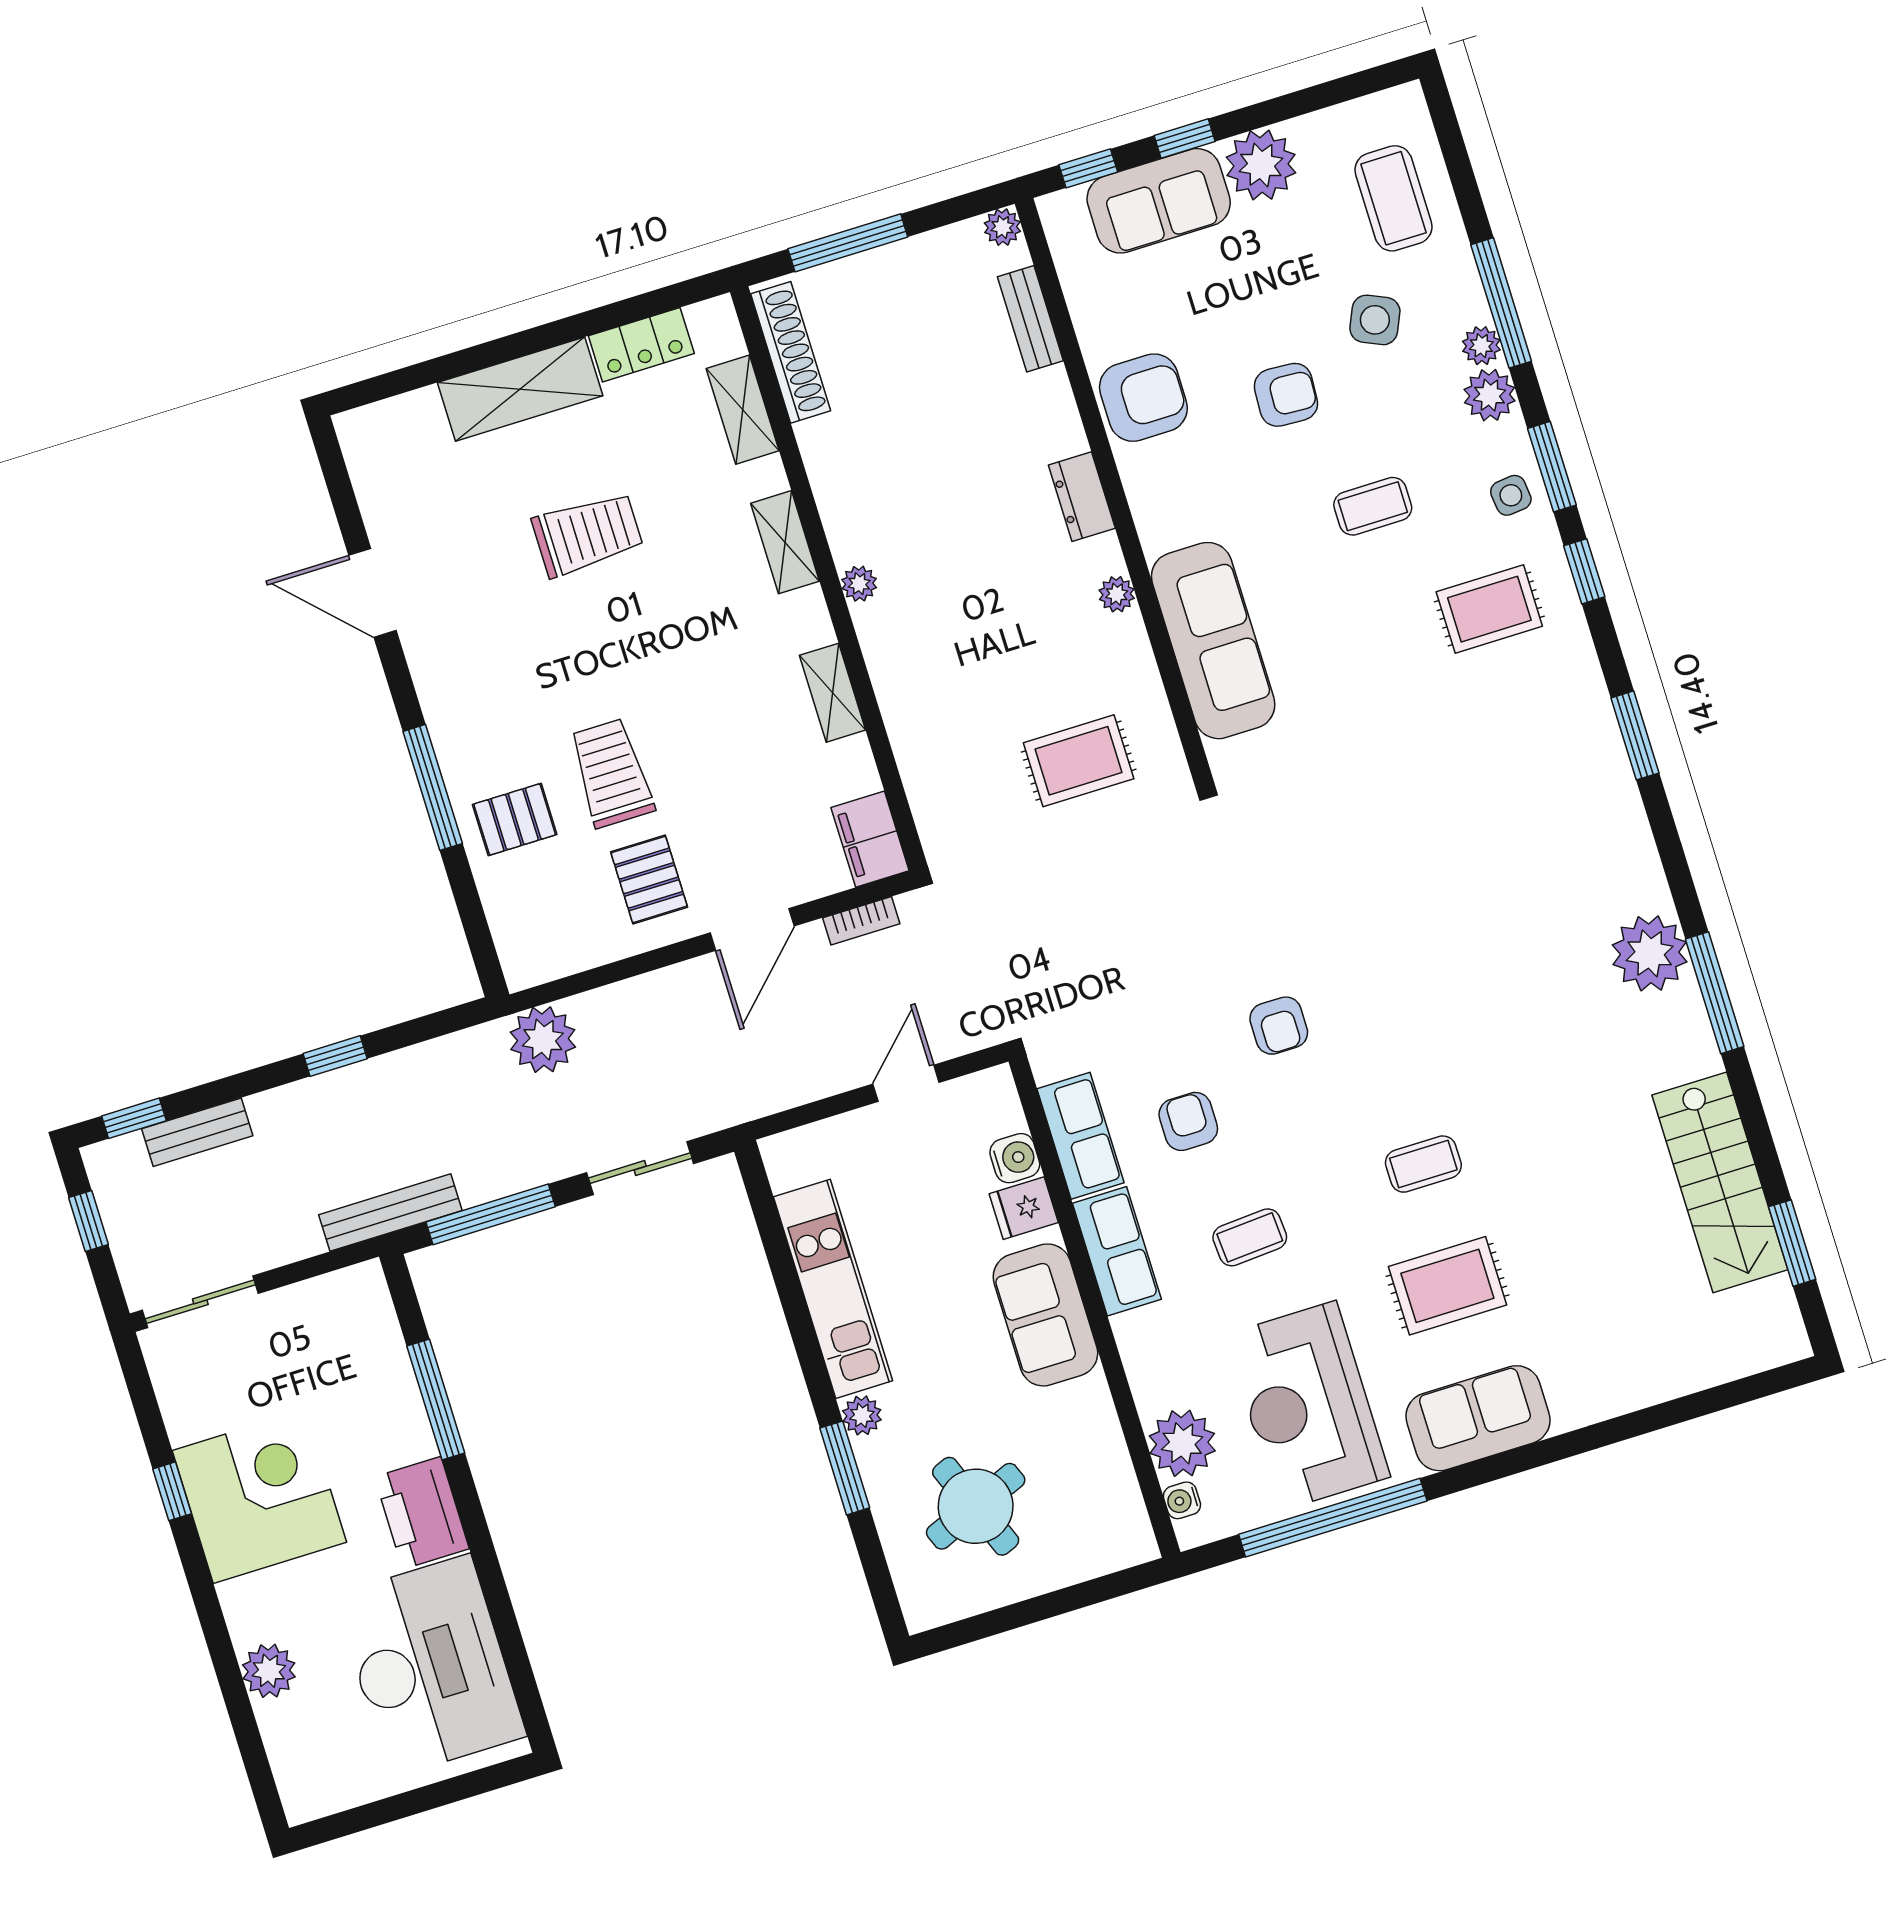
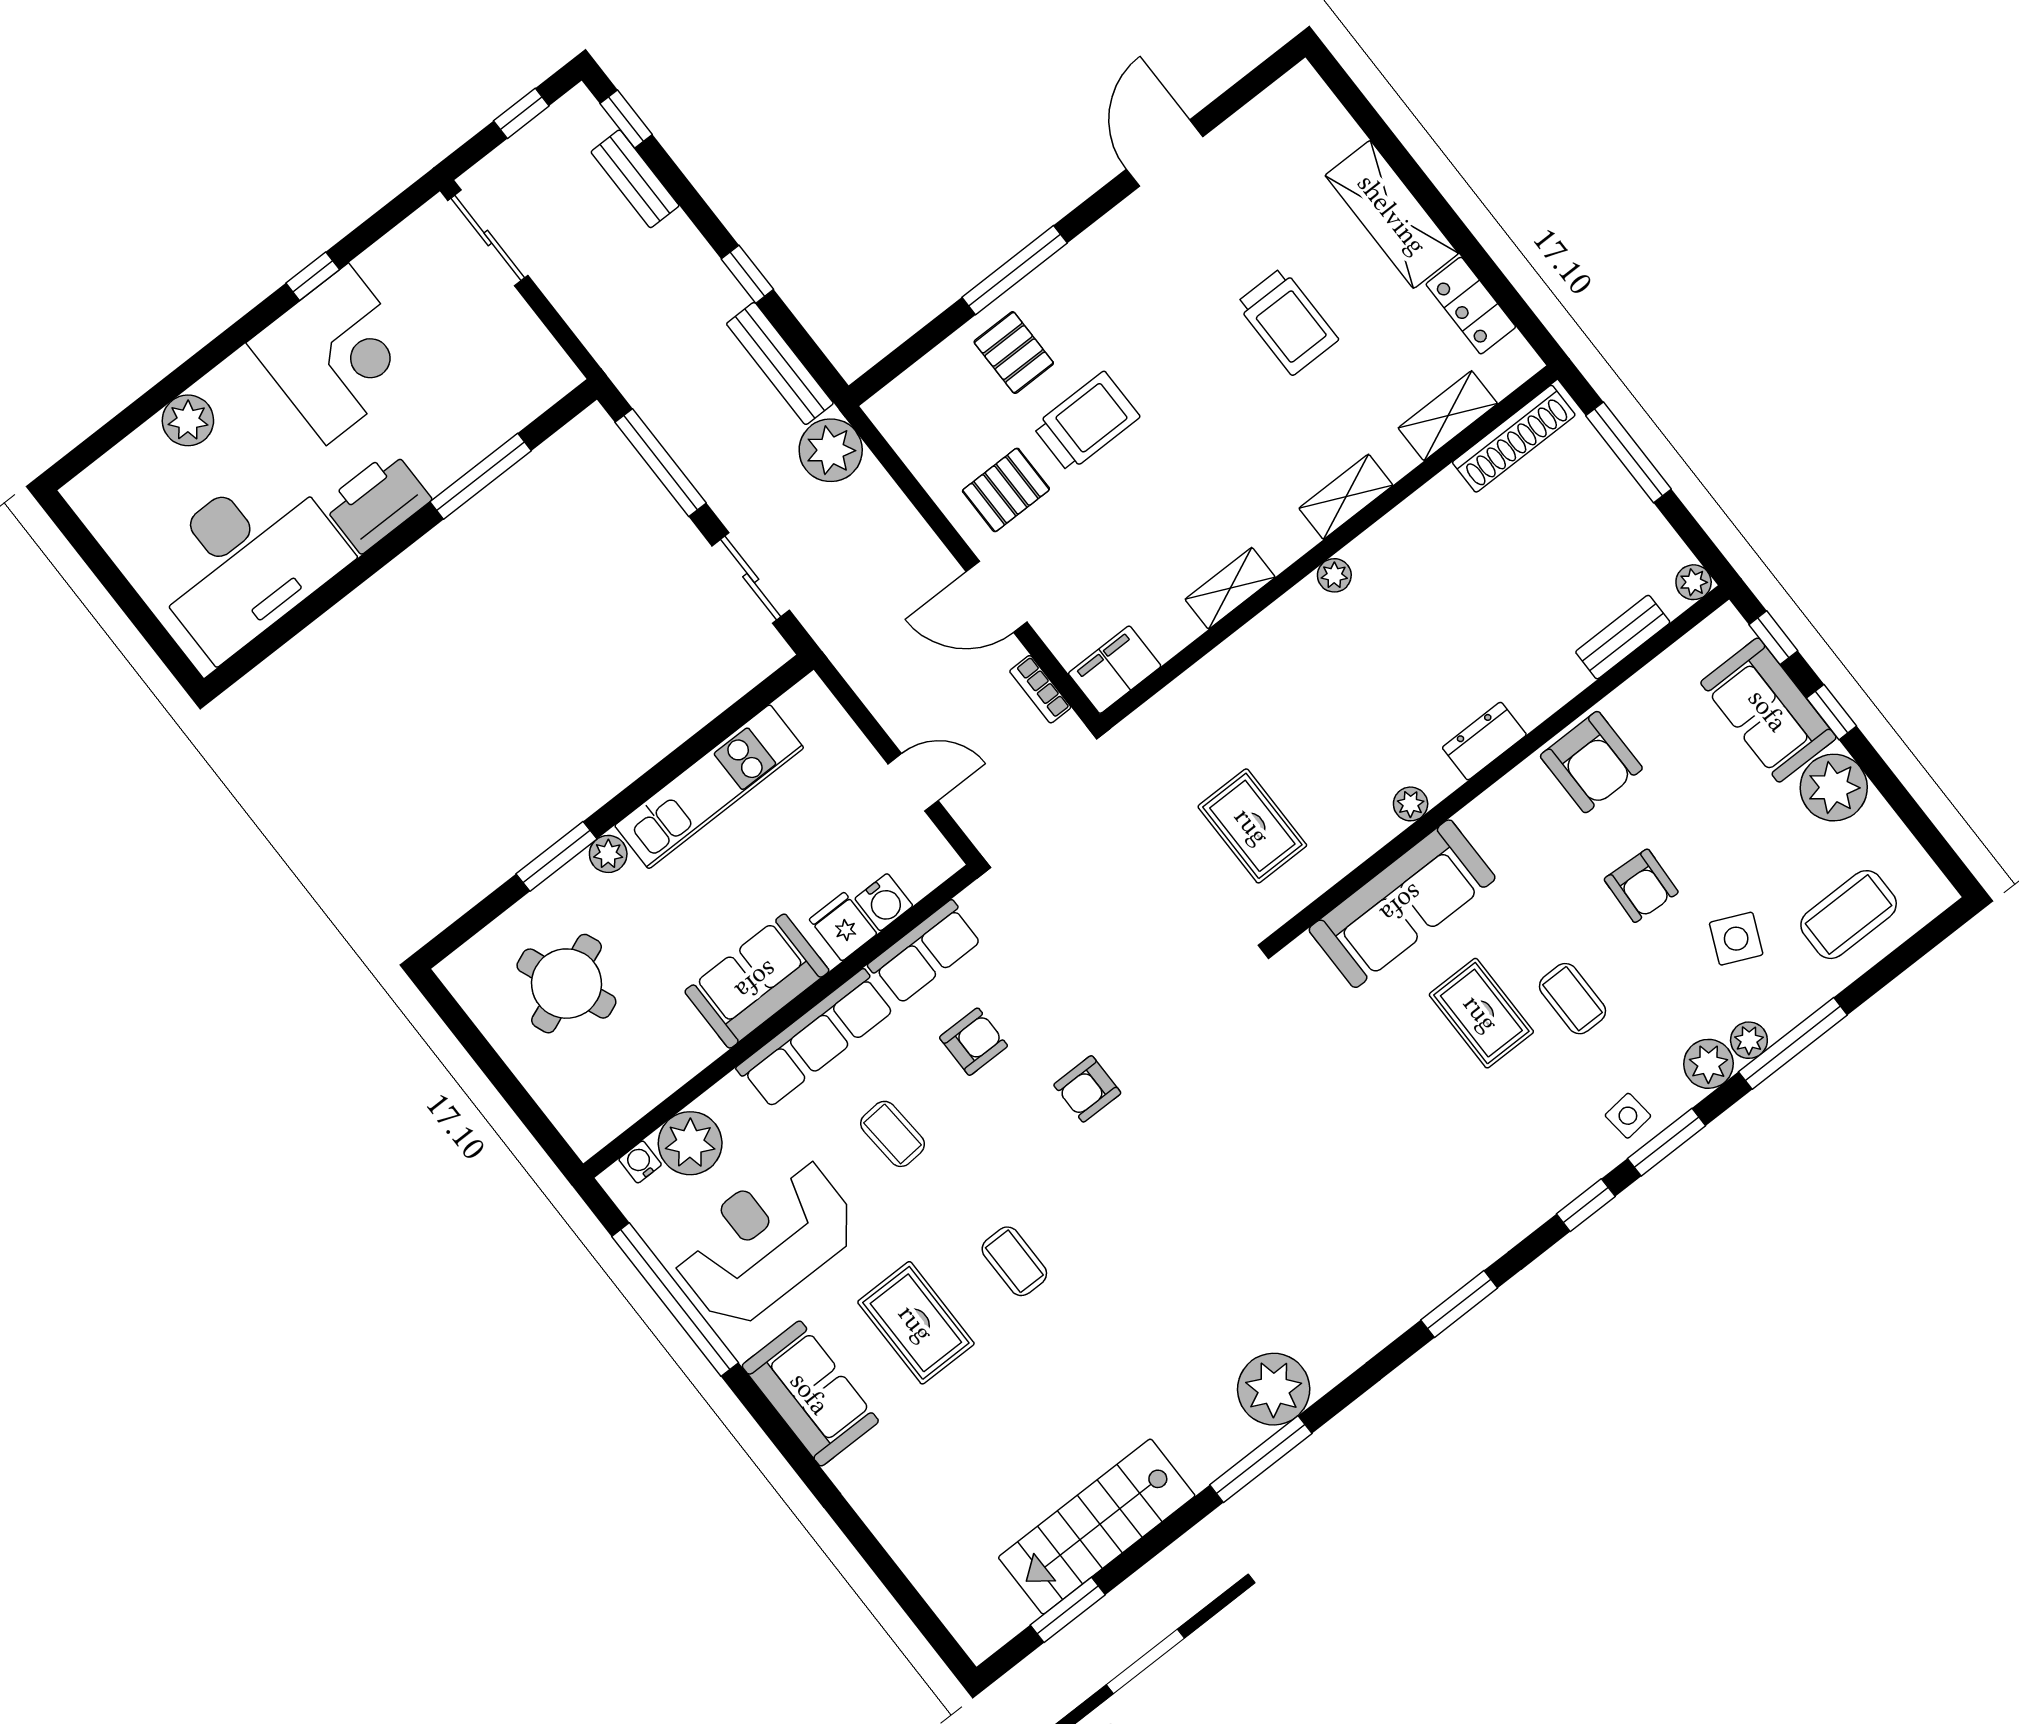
rug: (1489, 609) -> (1481, 1013), moved
bench: (390, 1213) -> (780, 363), moved
row of seats: (1117, 1251) -> (816, 1039), width x1.48

